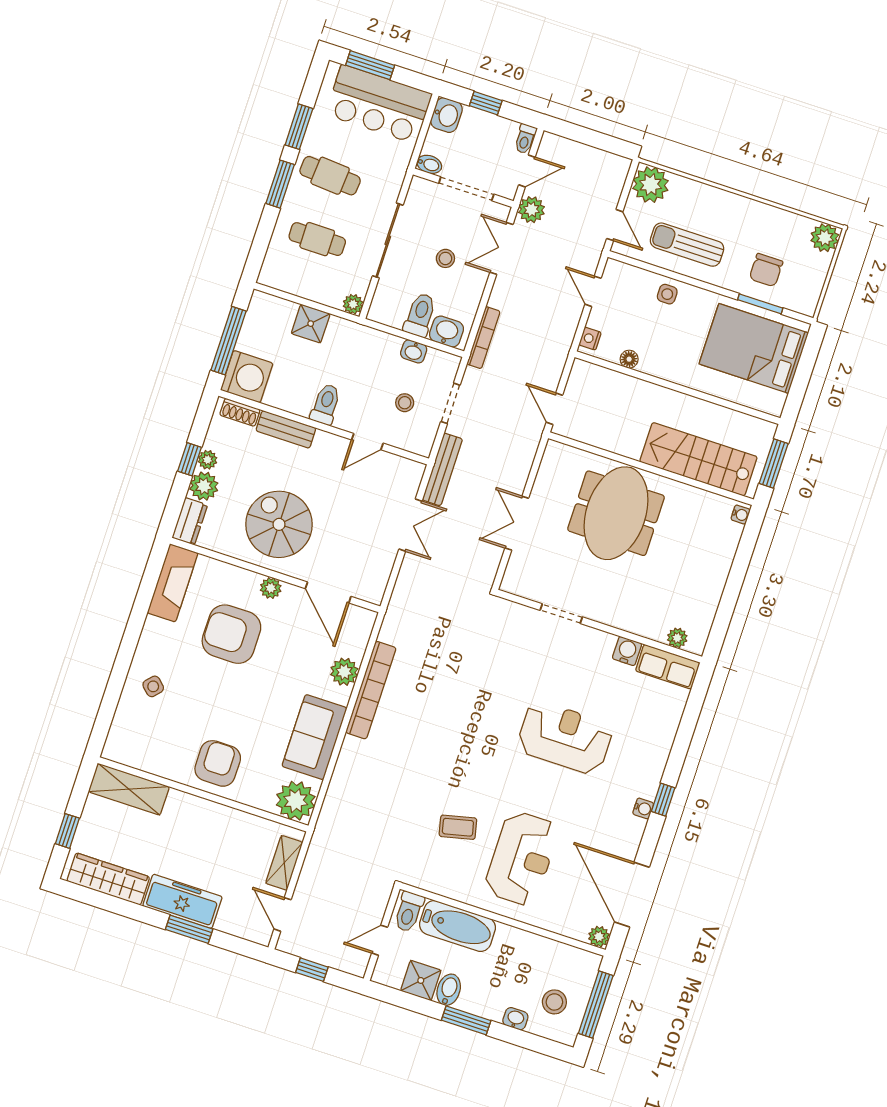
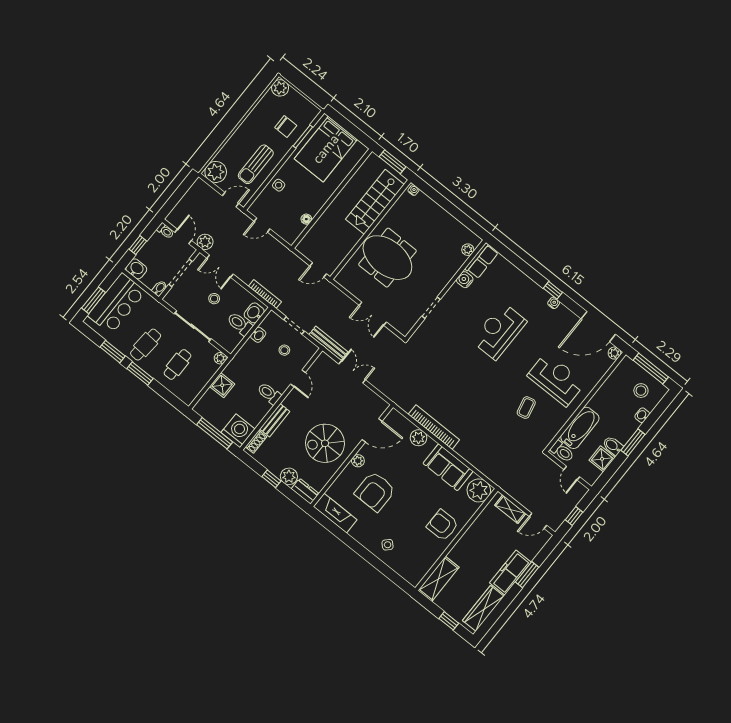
nightstand: (590, 339) -> (287, 236), removed
plant: (207, 460) -> (275, 469), removed

